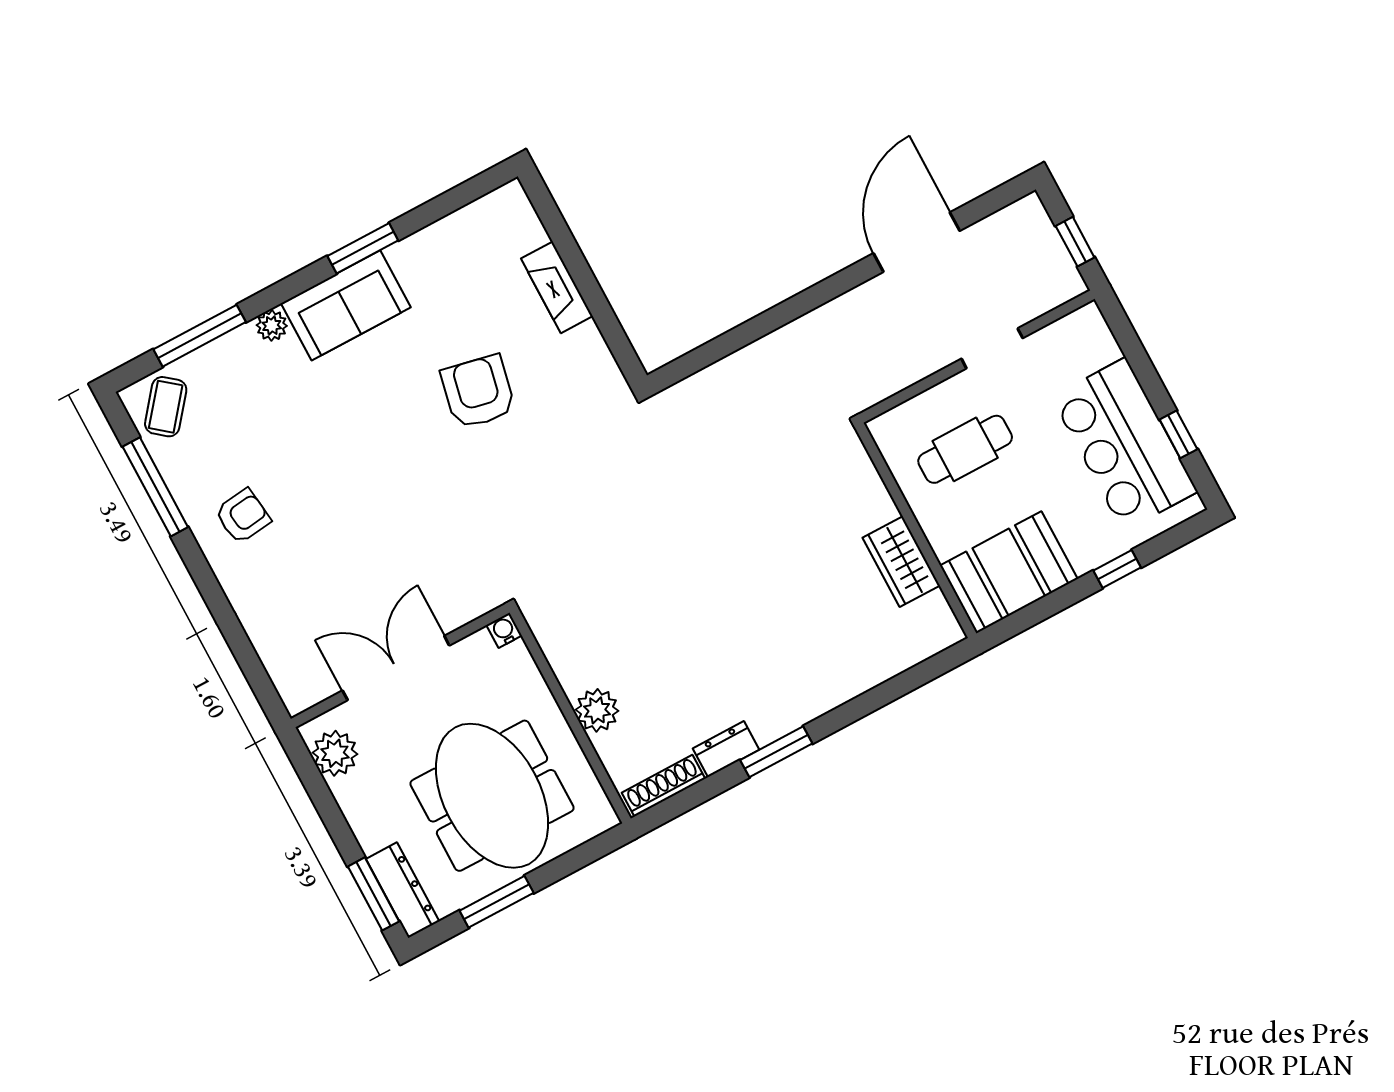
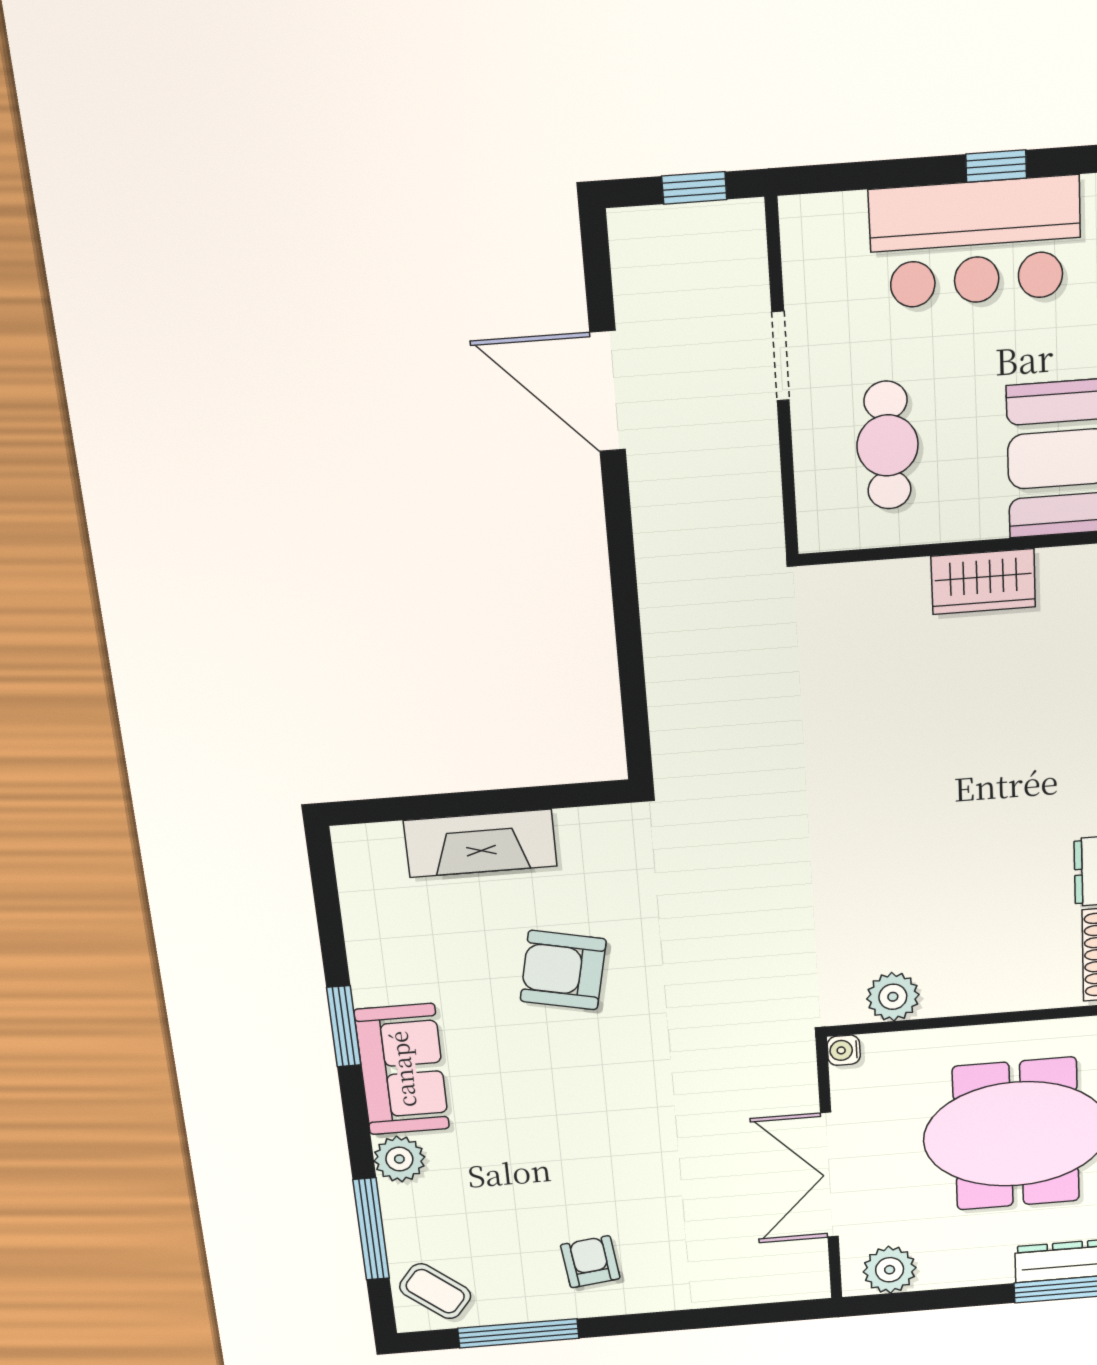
fireplace: (557, 287) -> (480, 843), width x1.37, depth x1.32
plant: (272, 326) -> (399, 1159), width x1.38, depth x1.38
plant: (597, 710) -> (893, 997), moved

